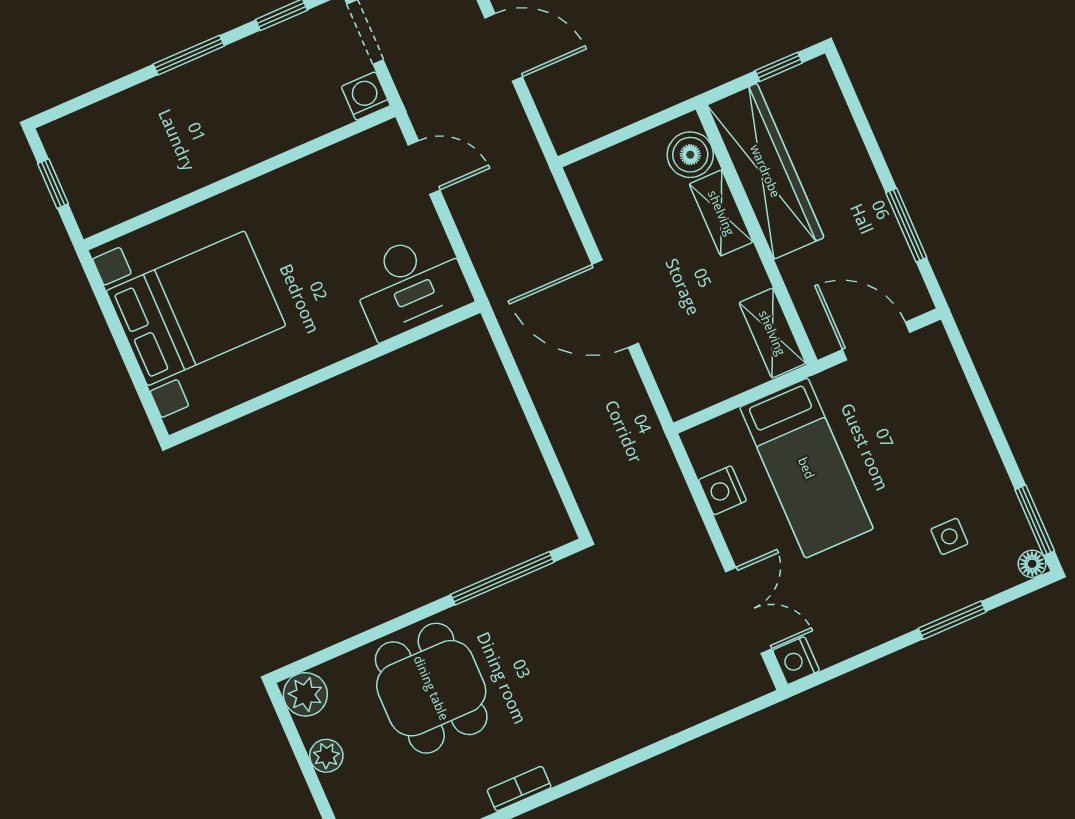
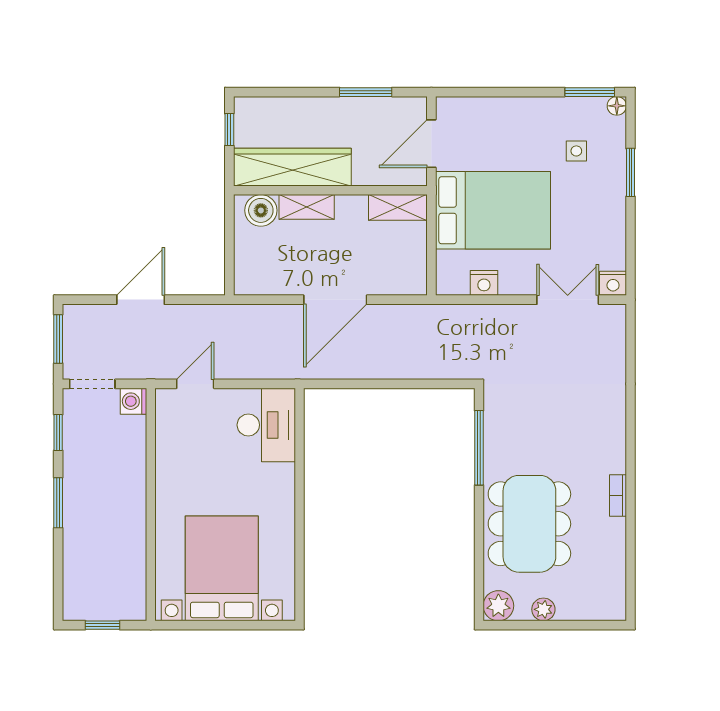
bed: (806, 468) -> (493, 210), width x1.50
dining table: (431, 688) -> (529, 524), width x1.38

